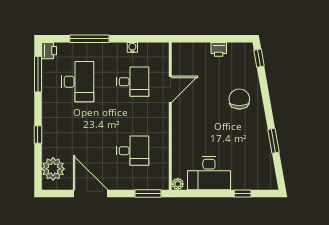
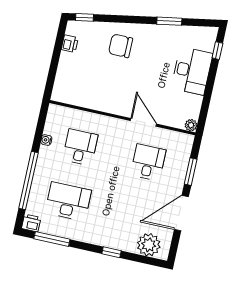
window: (89, 39) -> (28, 180), width x1.46
printer: (219, 49) -> (70, 44), moved
door: (170, 89) -> (143, 122), moved
desk: (209, 173) -> (192, 71), moved
window: (148, 194) -> (191, 172), moved
window: (243, 194) -> (217, 51), moved

